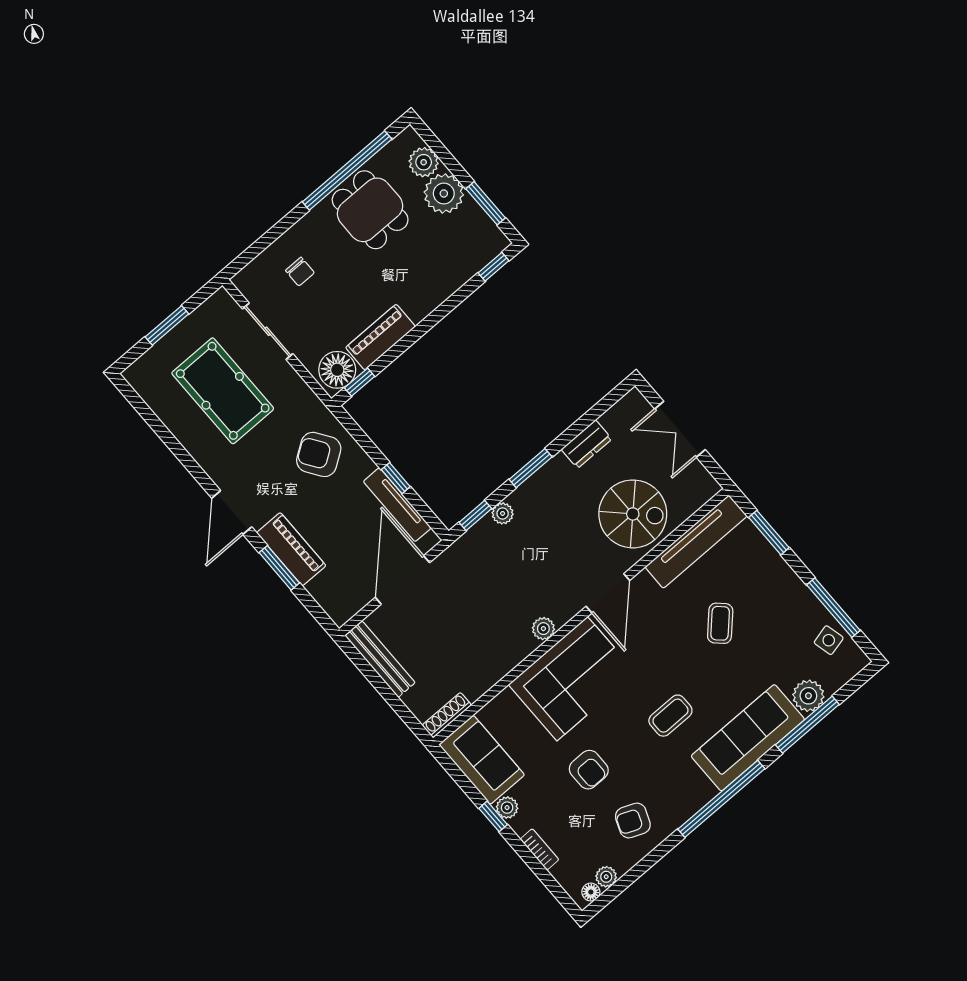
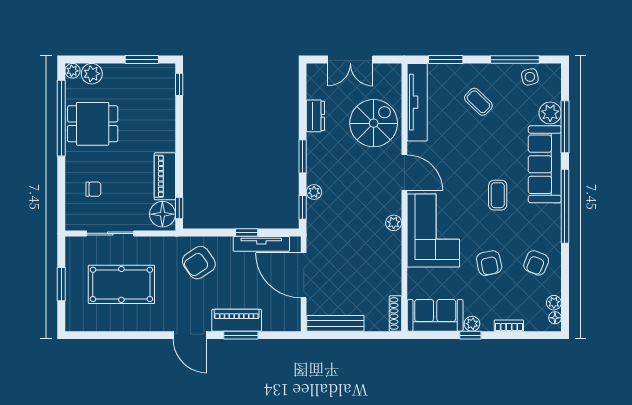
plant: (444, 194) -> (73, 71), moved, width x0.53, depth x0.53
coffee table: (720, 623) -> (478, 102), moved
armchair: (589, 770) -> (489, 263), turned 78

